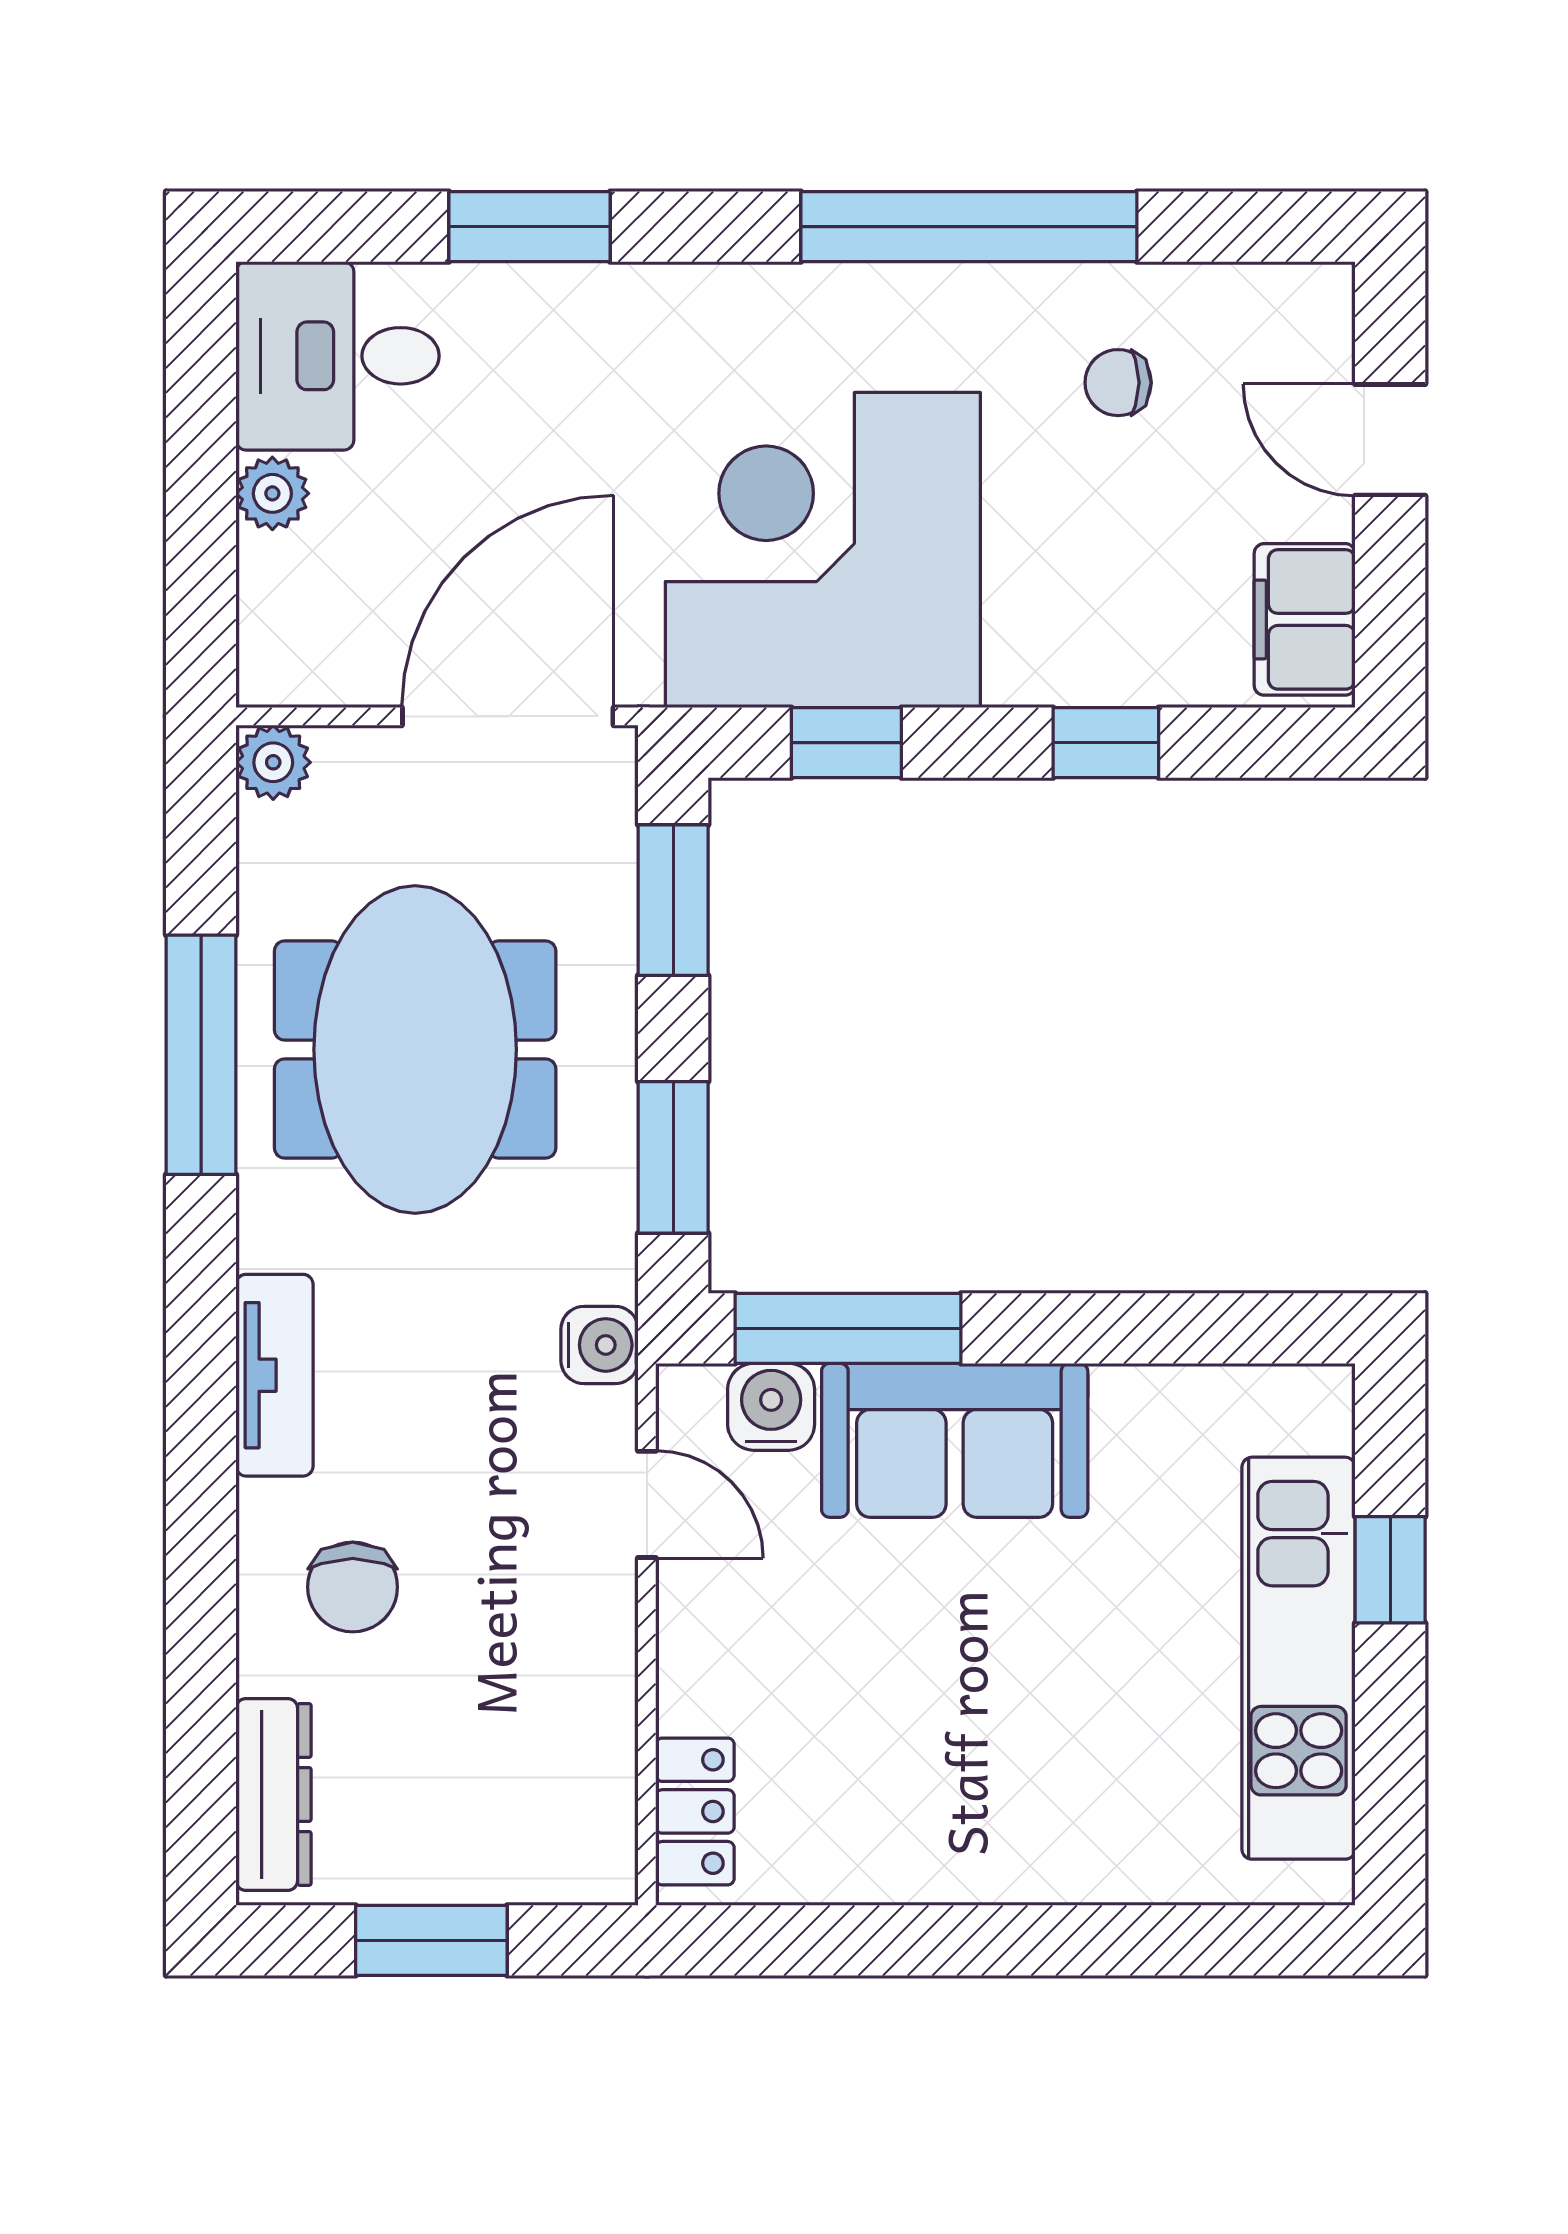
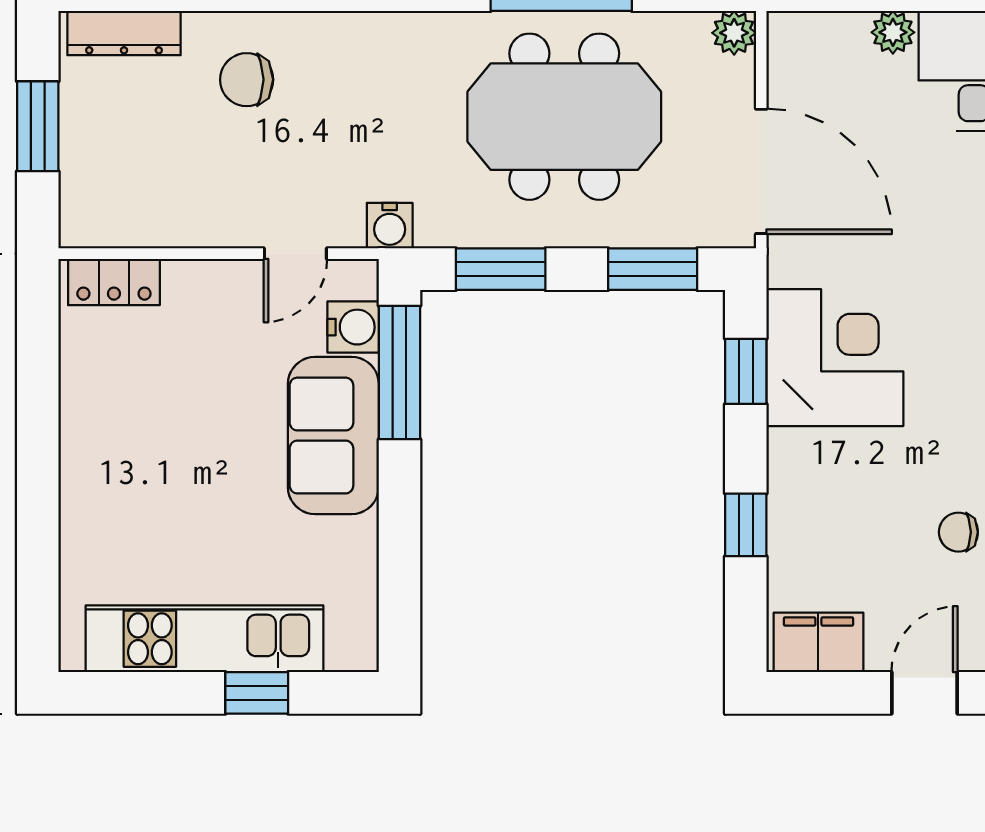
chair: (1118, 383) -> (958, 532), turned -90
corner desk: (823, 550) -> (835, 358), width x0.74, depth x0.74
tv unit: (274, 1375) -> (372, 34), removed

